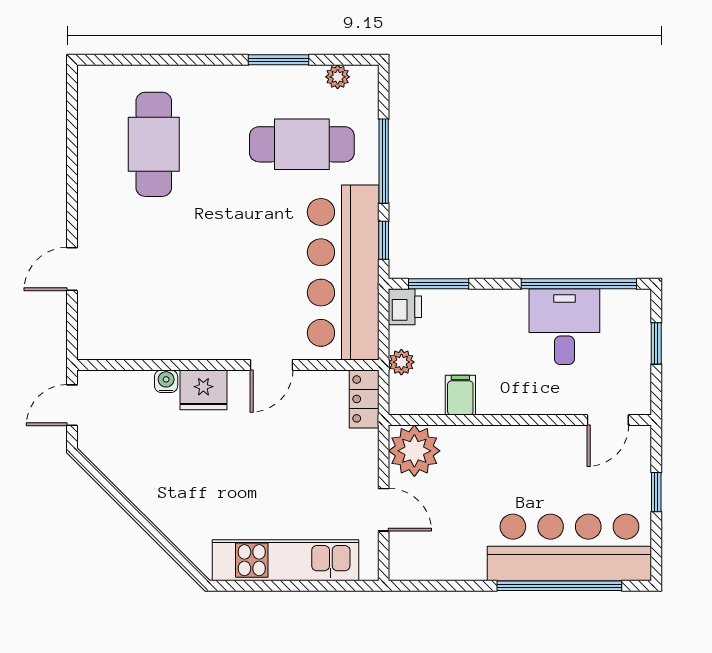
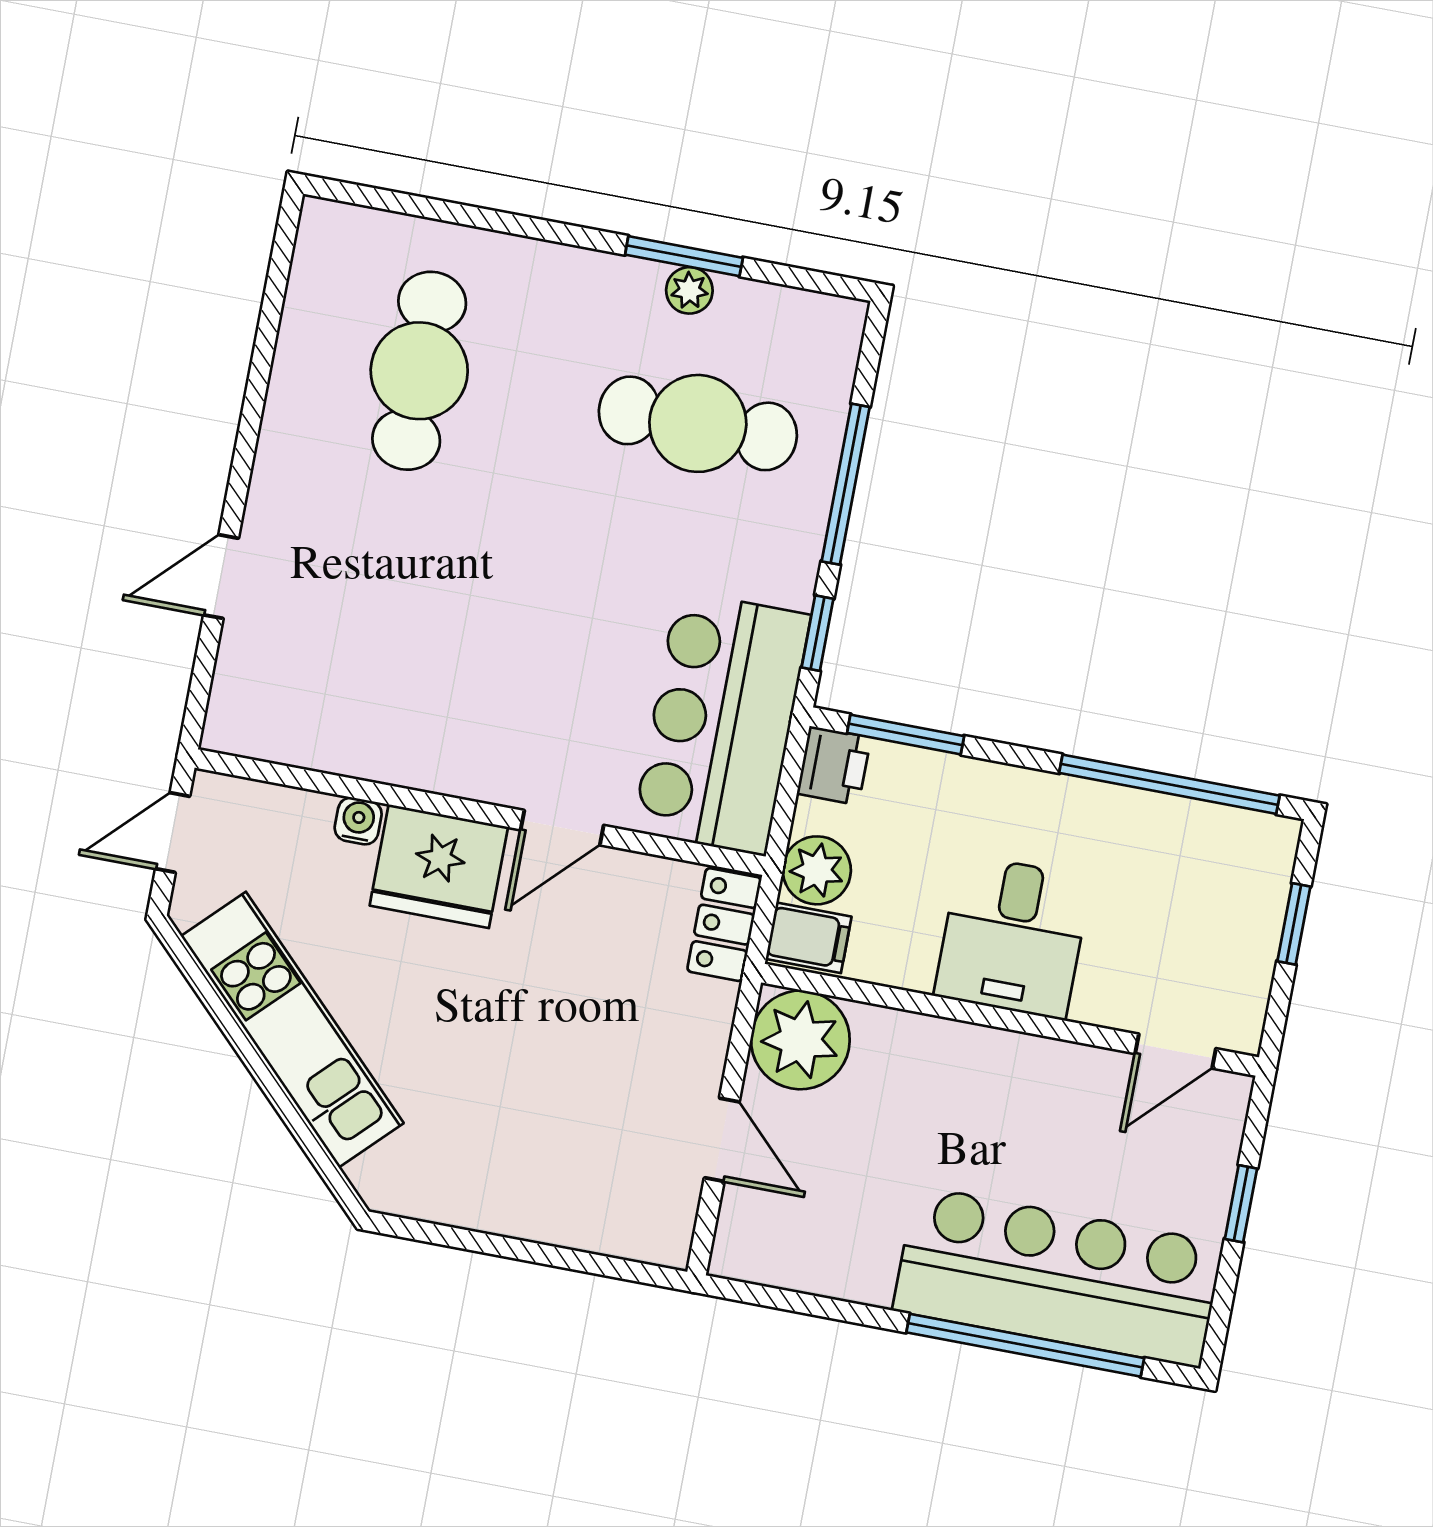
plant: (338, 77) -> (689, 290), moved
bar counter: (343, 272) -> (721, 723), width x0.73
desk: (564, 327) -> (1013, 937), moved, turned 180
plant: (401, 362) -> (817, 870), width x1.38, depth x1.38
fridge: (203, 390) -> (439, 866), width x1.36, depth x1.34
filing cabinet: (460, 395) -> (809, 938), moved, turned 90
kitchen unit: (285, 560) -> (292, 1030), moved, turned 45

